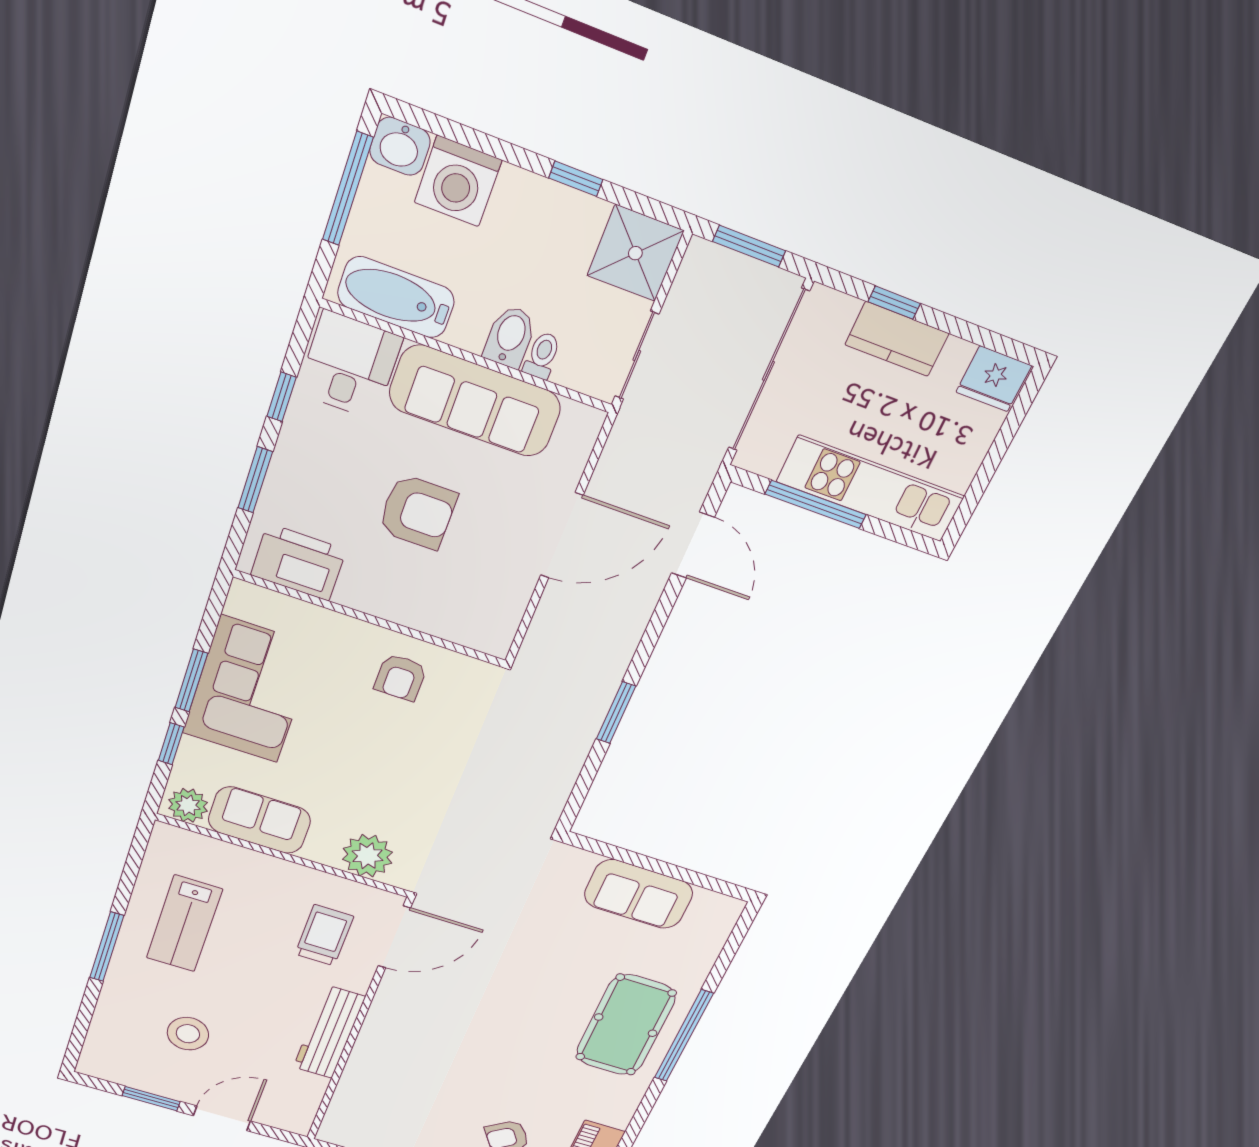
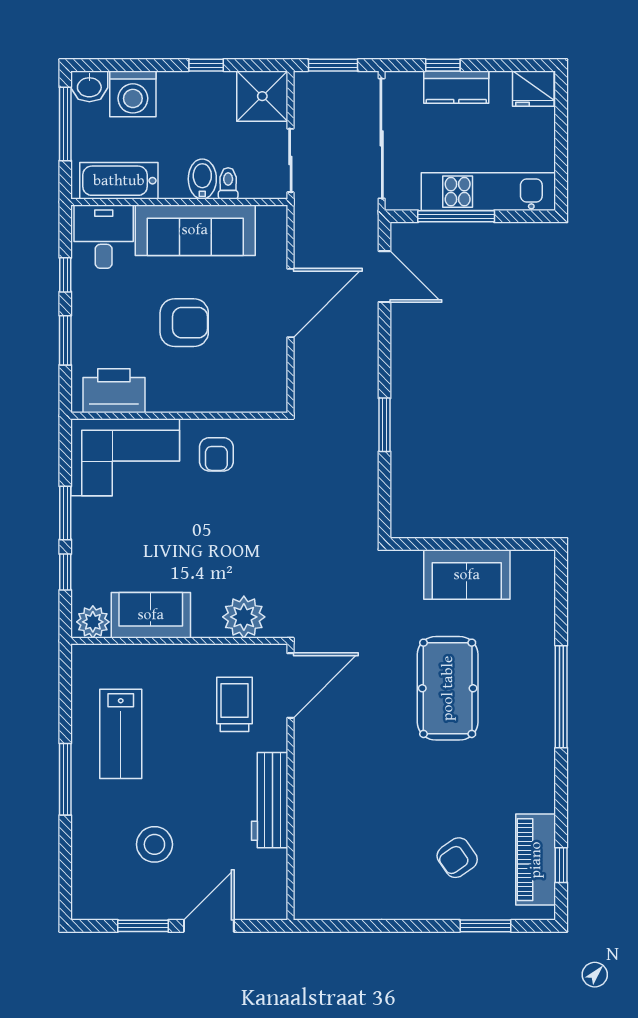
corner sofa: (249, 690) -> (125, 457), moved, turned 90
pool table: (626, 1025) -> (448, 688), moved

